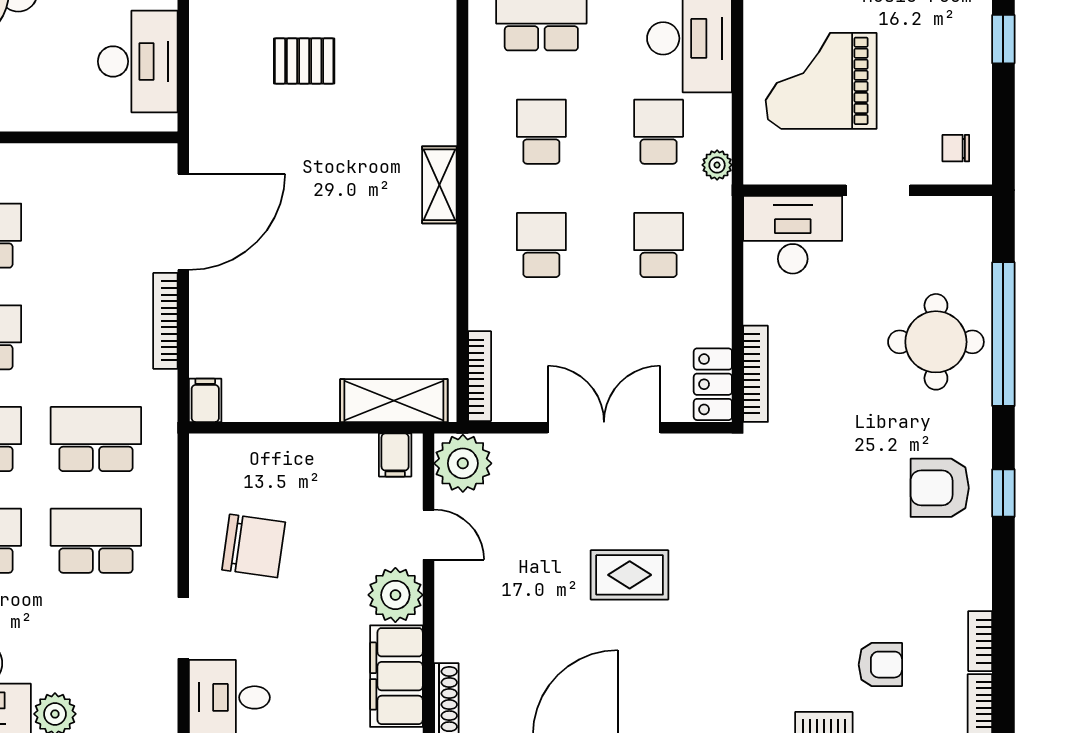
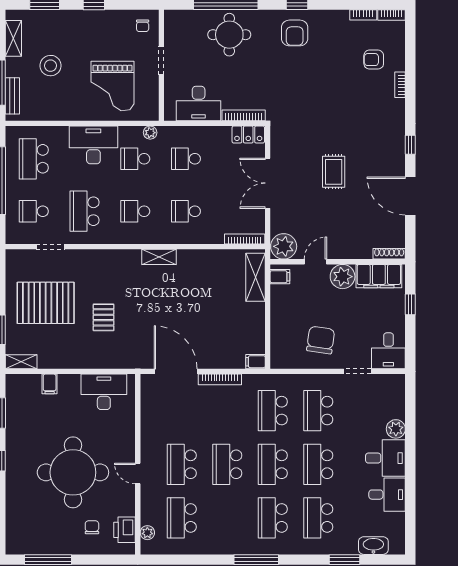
desk: (793, 235) -> (199, 103), moved, turned -90
armchair: (880, 665) -> (374, 60), turned -90

